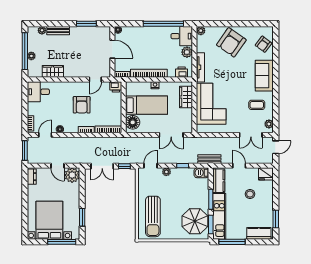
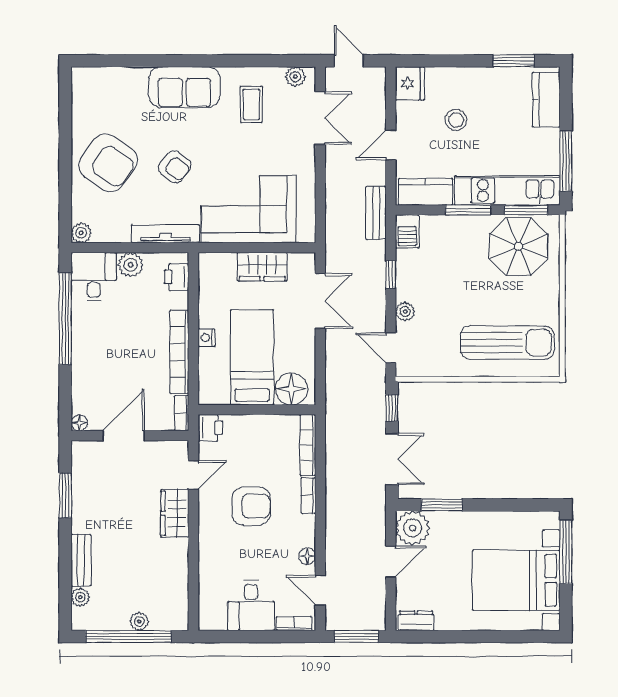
armchair: (263, 44) -> (175, 167), moved
wardrobe: (53, 71) -> (175, 513), moved
door: (95, 80) -> (193, 475), hinge flipped
desk: (38, 92) -> (251, 606), moved
wardrobe: (186, 97) -> (262, 267), moved
window: (82, 217) -> (442, 505), moved

